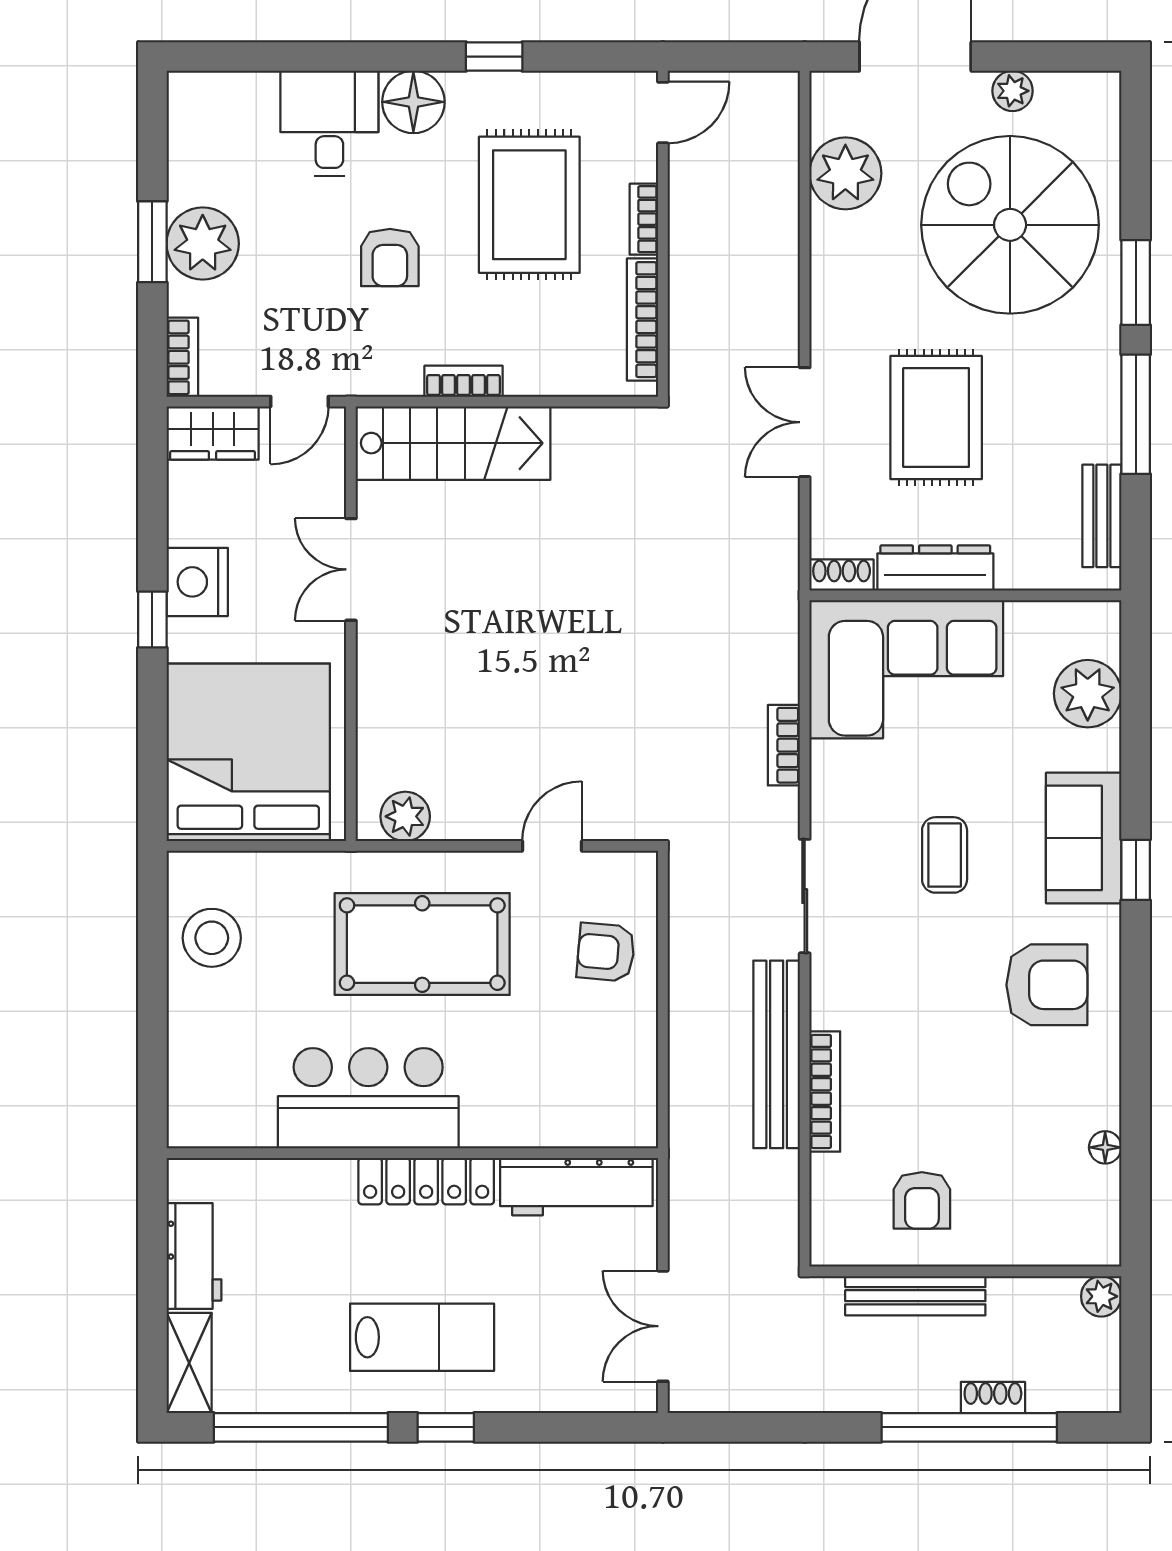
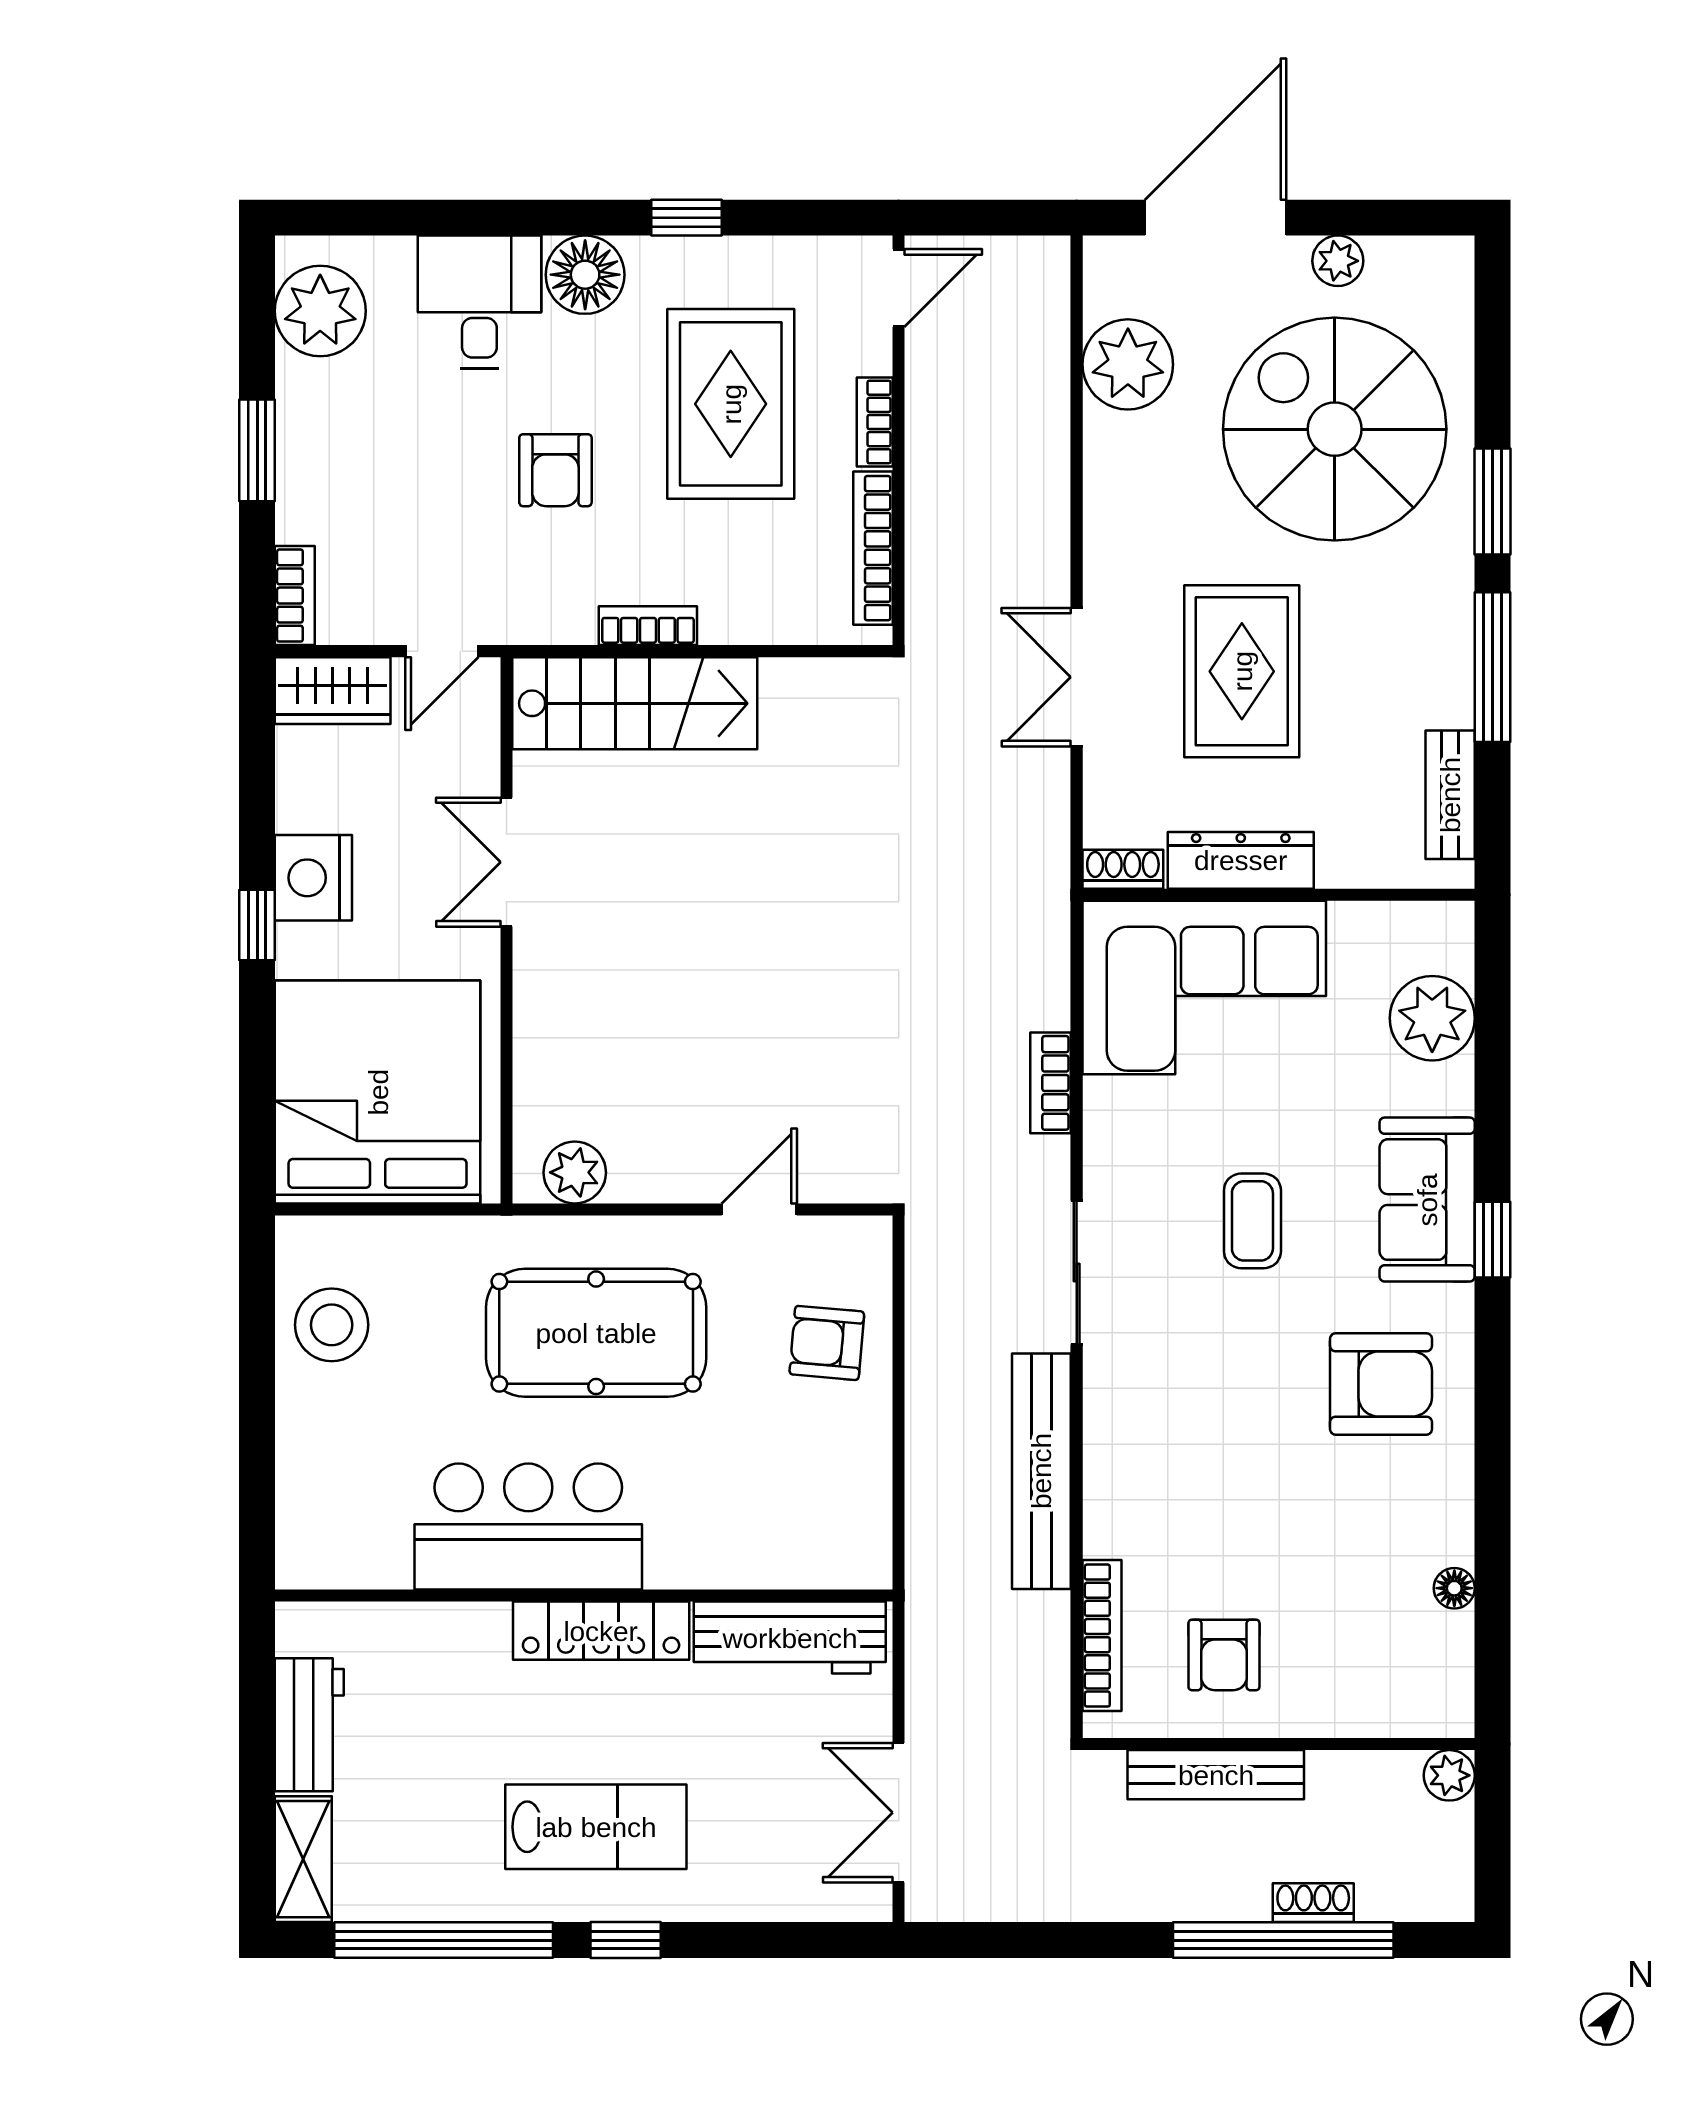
plant: (203, 244) -> (320, 311), moved
bookcase: (825, 1091) -> (1102, 1636), moved

